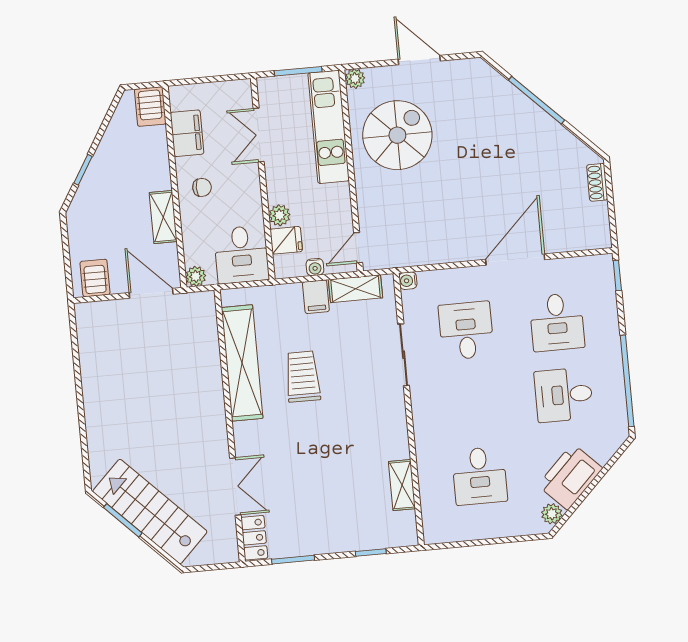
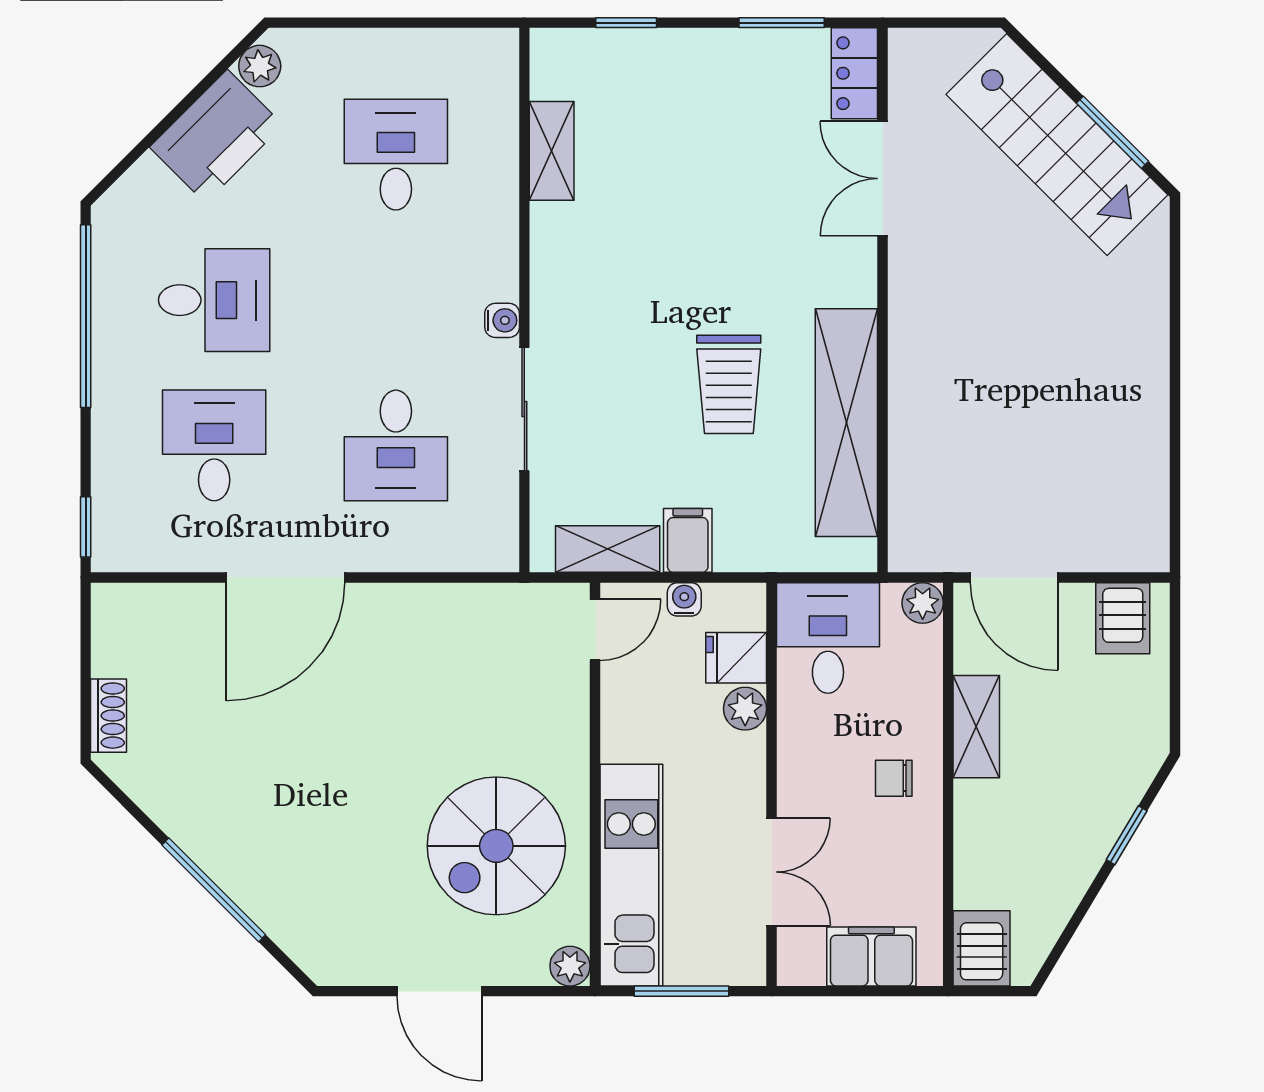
filing cabinet: (187, 133) -> (871, 956), moved, turned 90
water cooler: (408, 281) -> (502, 320), moved

